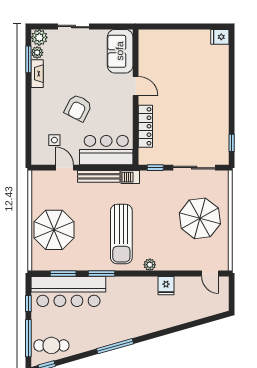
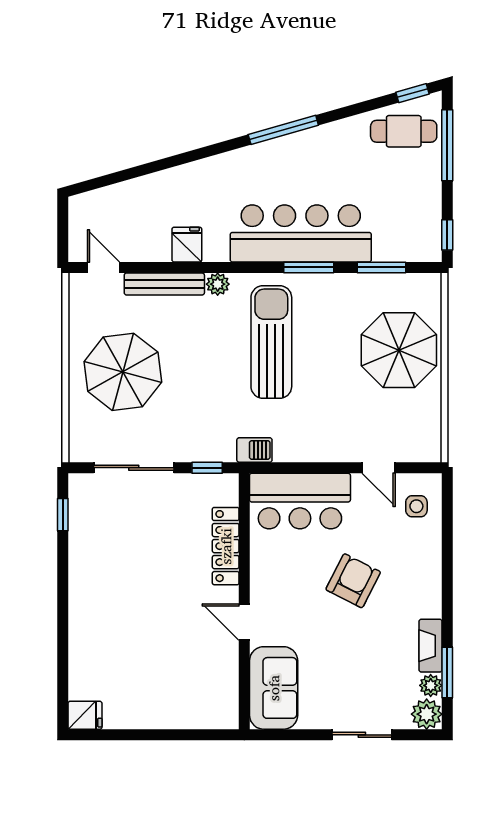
side table: (54, 140) -> (416, 506), moved
bench: (99, 176) -> (164, 284), moved
bar counter: (68, 291) -> (301, 233), moved
window: (28, 304) -> (447, 235), moved

